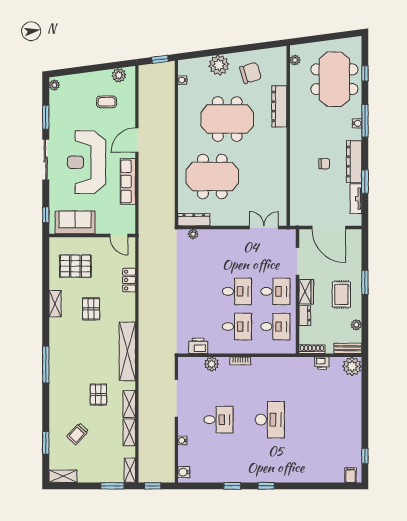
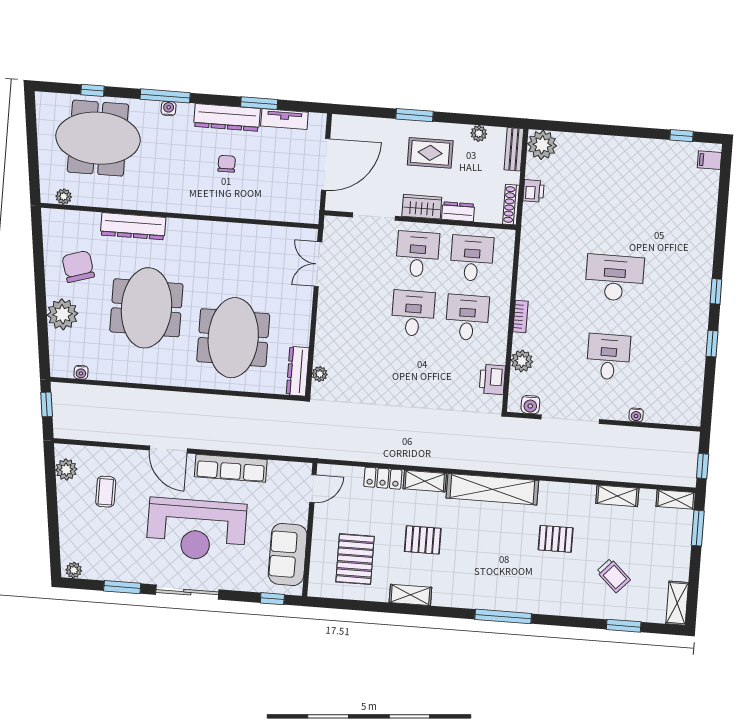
shelving: (129, 404) -> (425, 481), moved
water cooler: (184, 472) -> (530, 405), moved

